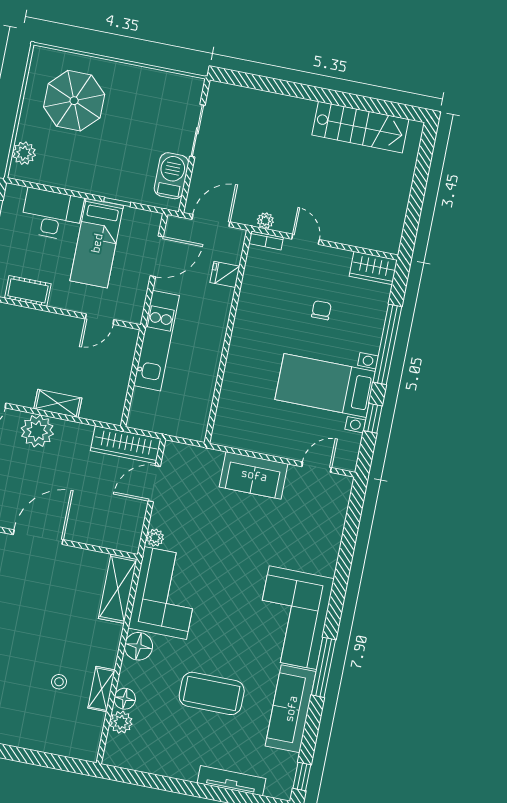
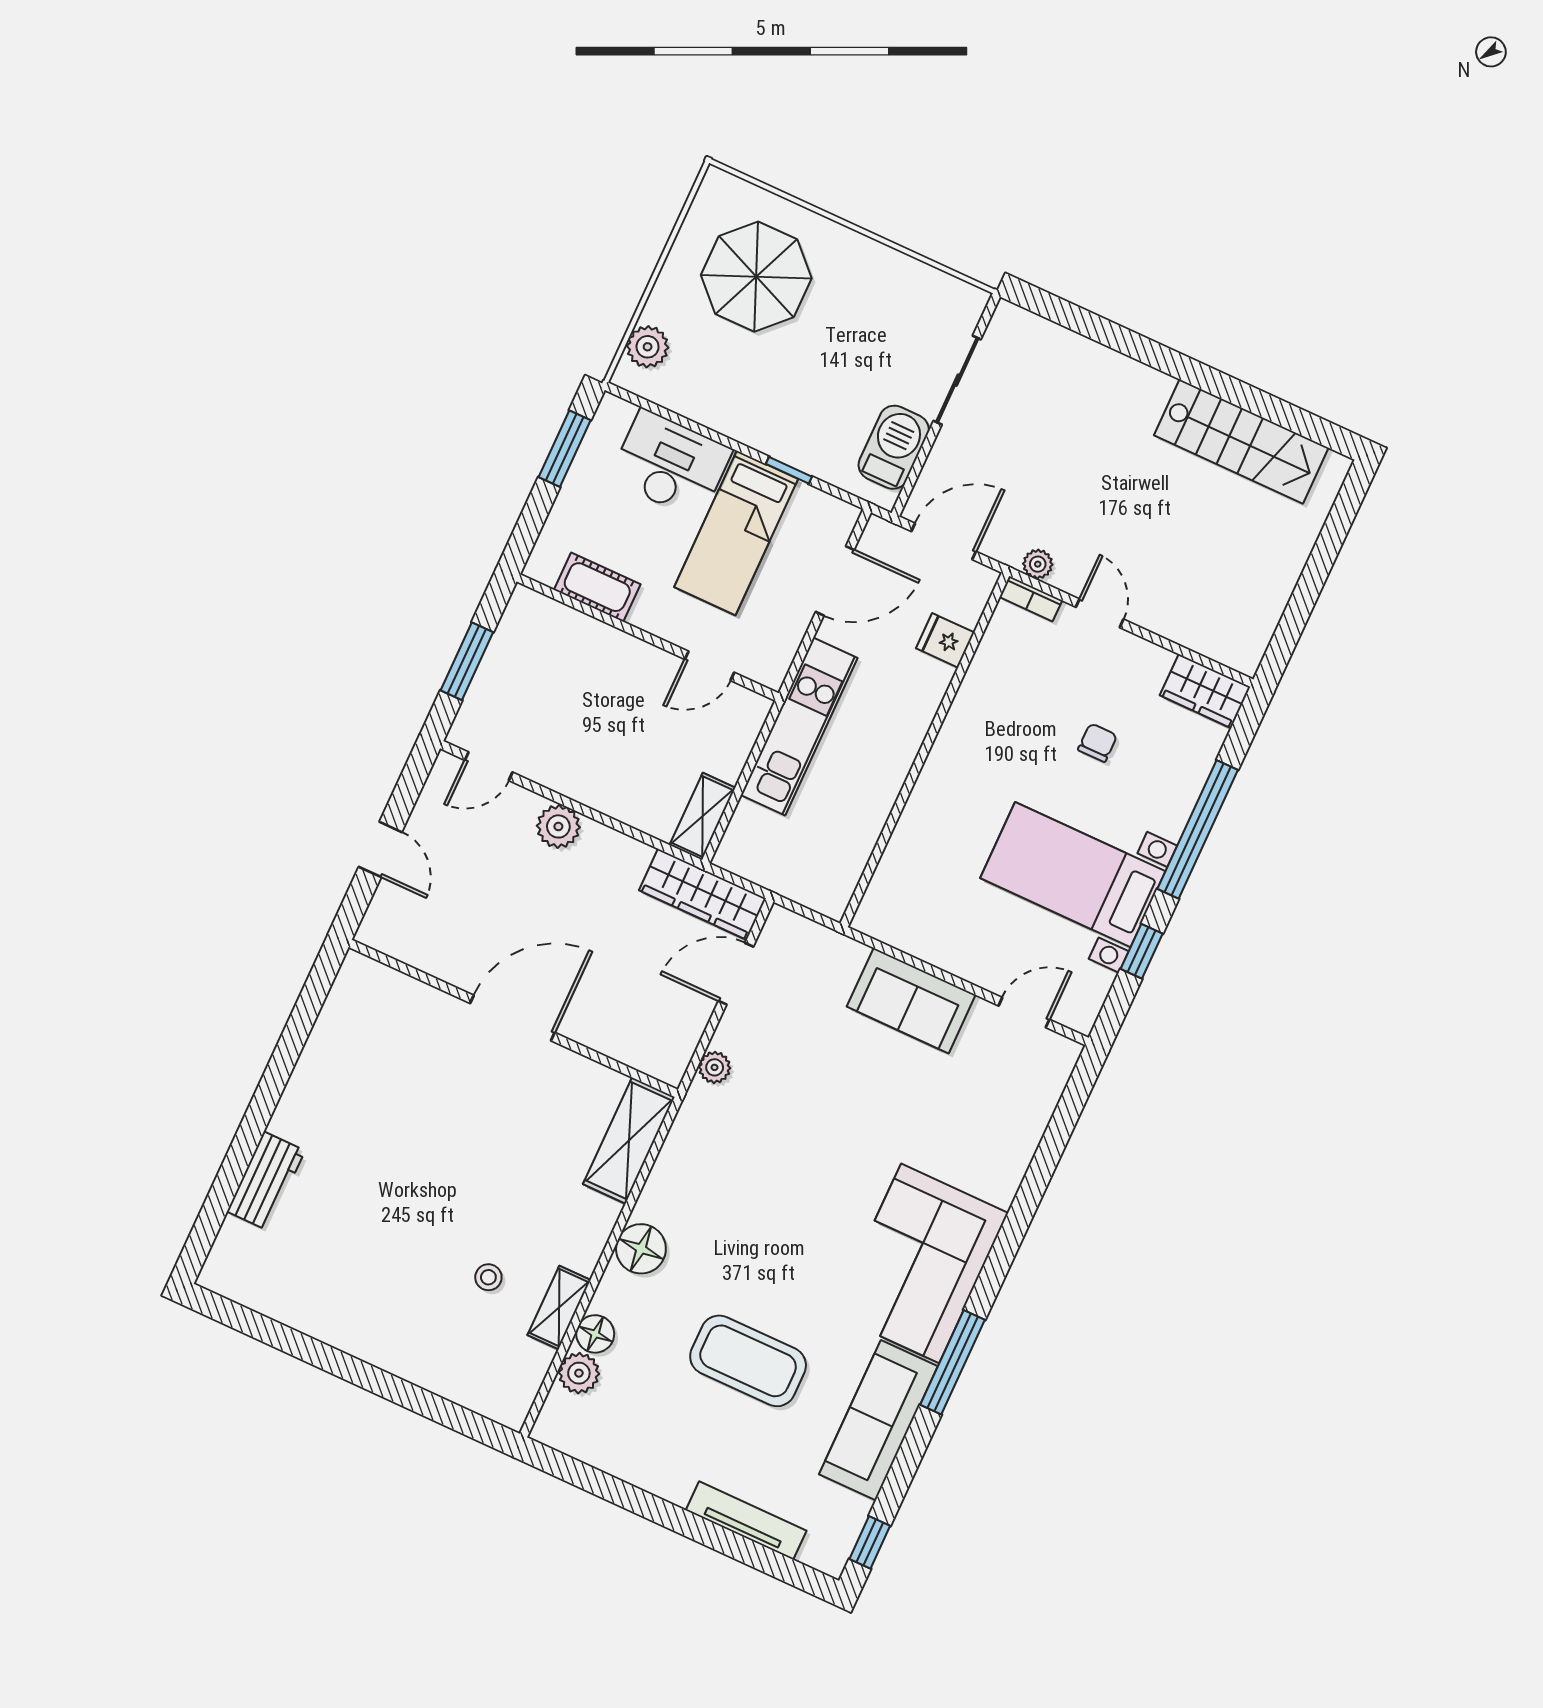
shelving: (58, 403) -> (702, 816), moved, turned 90
plant: (37, 431) -> (558, 826), width x0.73, depth x0.73
corner sofa: (165, 593) -> (709, 1168), removed

